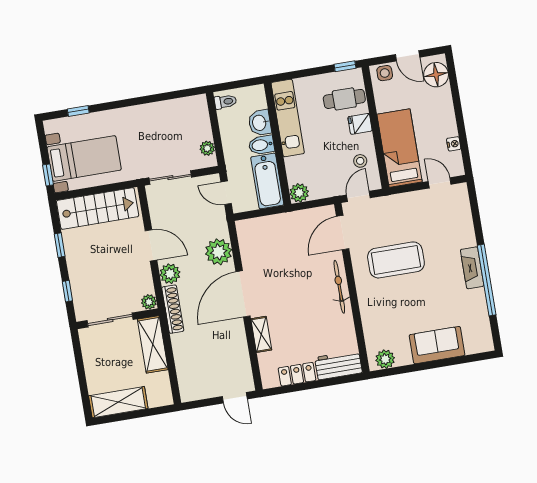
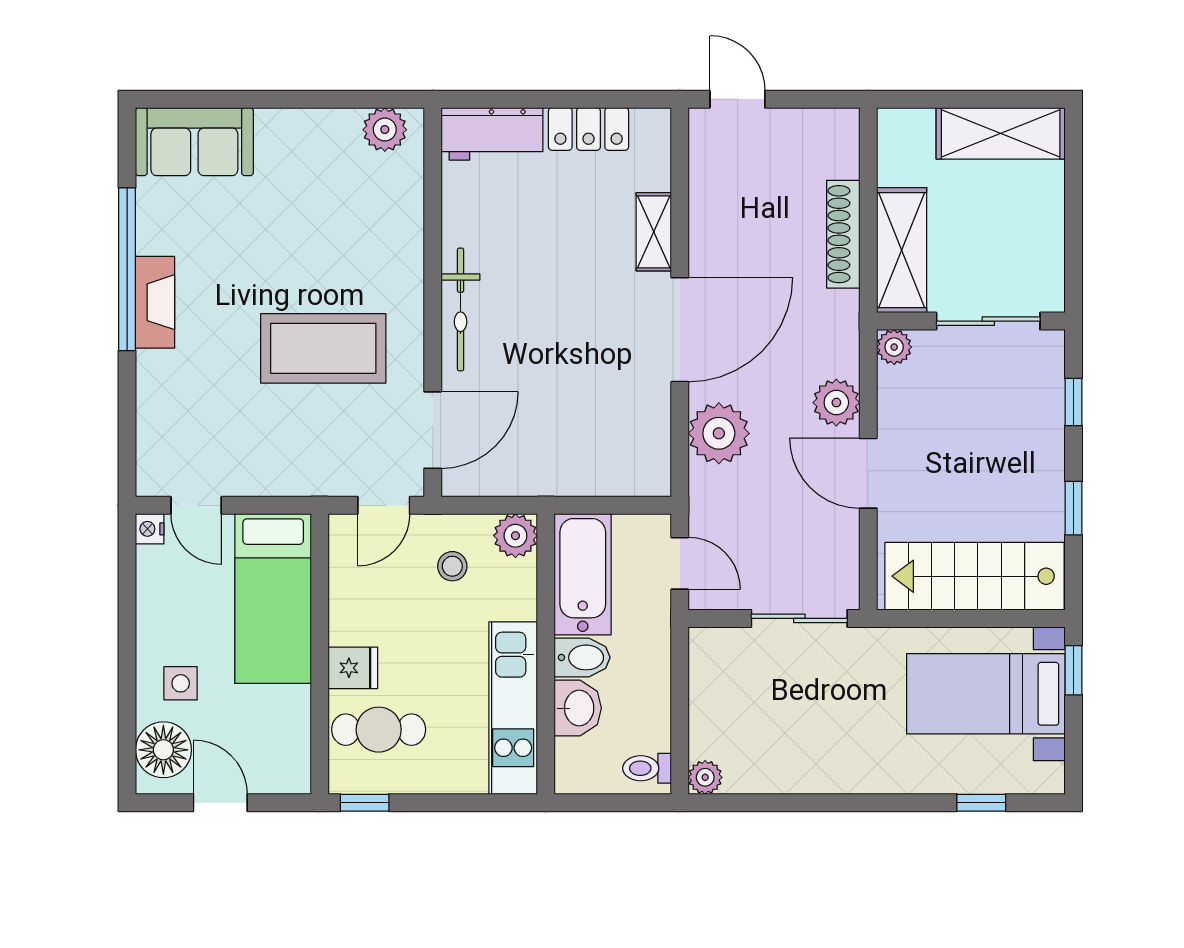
side table: (385, 73) -> (181, 683), moved
nightstand: (454, 144) -> (150, 529), moved
plant: (207, 148) -> (705, 777), moved
stool: (360, 161) -> (452, 566), moved
shoe rack: (173, 309) -> (843, 234), moved
sofa: (437, 345) -> (194, 142), moved

